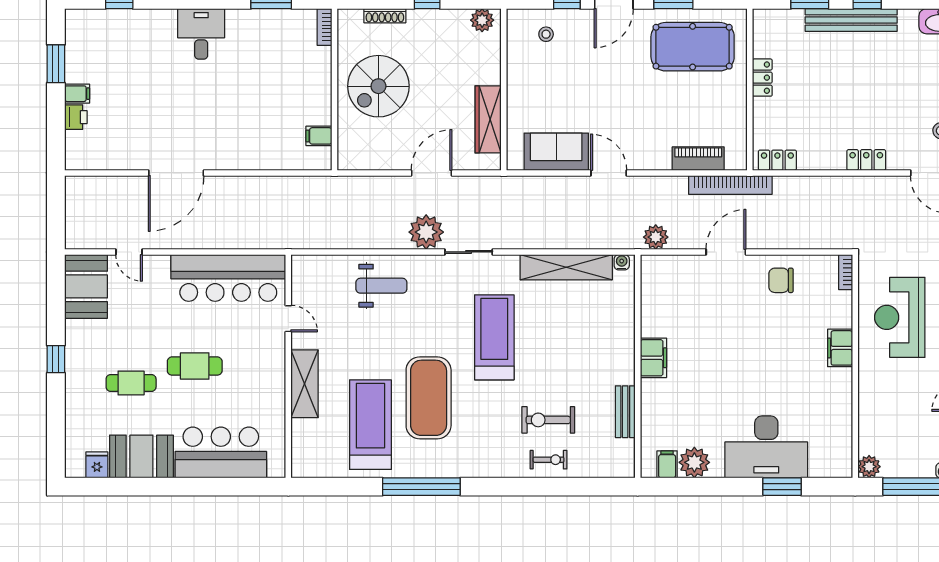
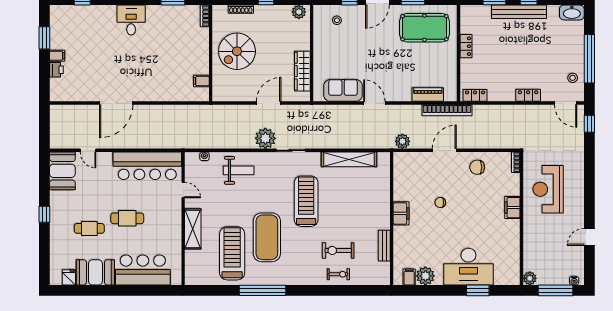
water cooler: (622, 262) -> (204, 156), moved
chair: (719, 339) -> (440, 202), added

